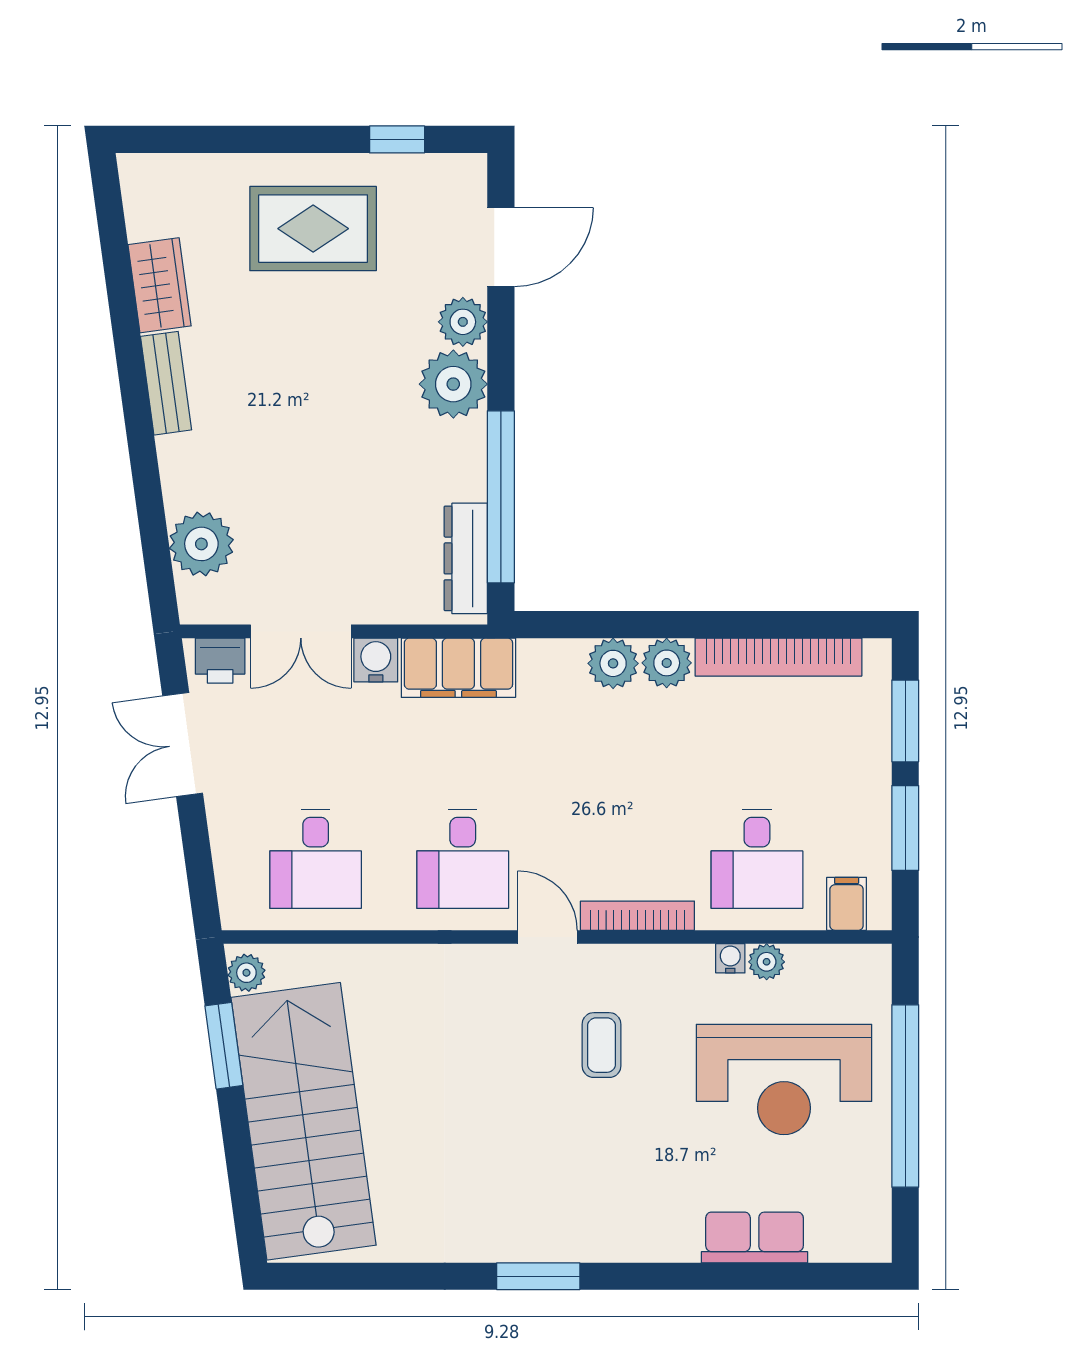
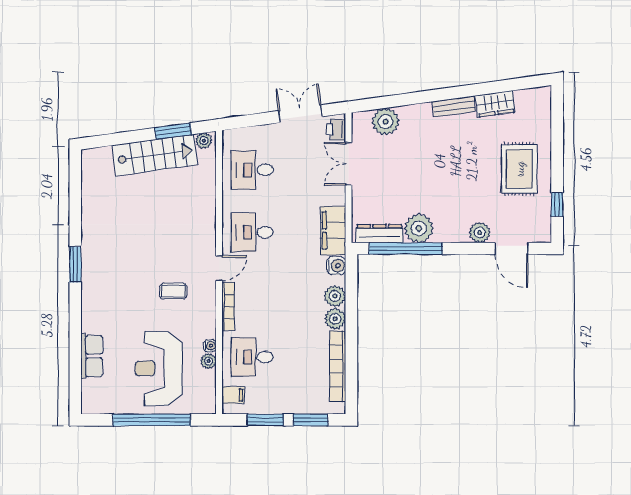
plant: (453, 384) -> (419, 228), moved
water cooler: (376, 660) -> (336, 266), moved
stairs: (304, 1121) -> (155, 155), width x0.73, depth x0.66

